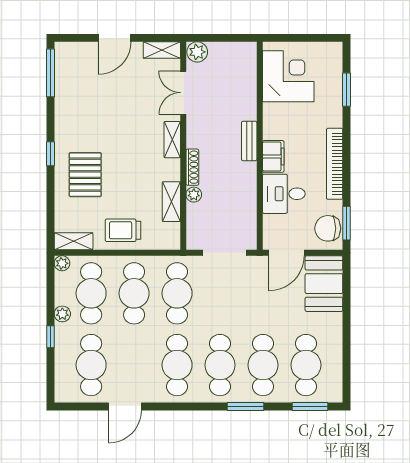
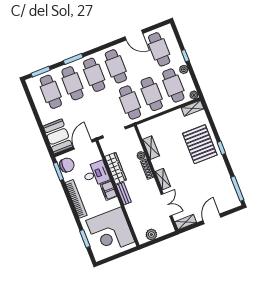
plant: (197, 52) -> (151, 235), moved
corner desk: (288, 76) -> (110, 231), width x1.36, depth x1.36
pallet: (85, 175) -> (200, 144), width x1.37, depth x1.41
wardrobe: (246, 190) -> (116, 168), added
trolley: (123, 230) -> (170, 124), removed
door: (125, 407) -> (134, 35), swing flipped

